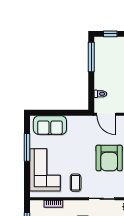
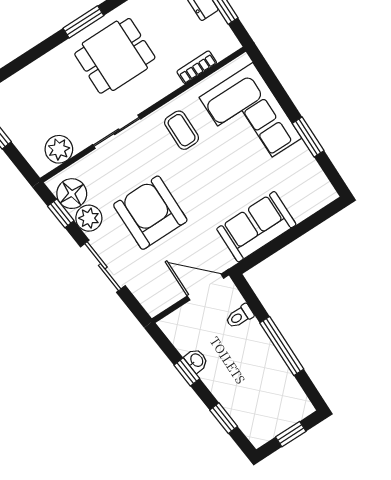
window: (91, 57) -> (282, 346), moved
sofa: (50, 125) -> (256, 227), moved
window: (27, 147) -> (308, 137), width x0.69

